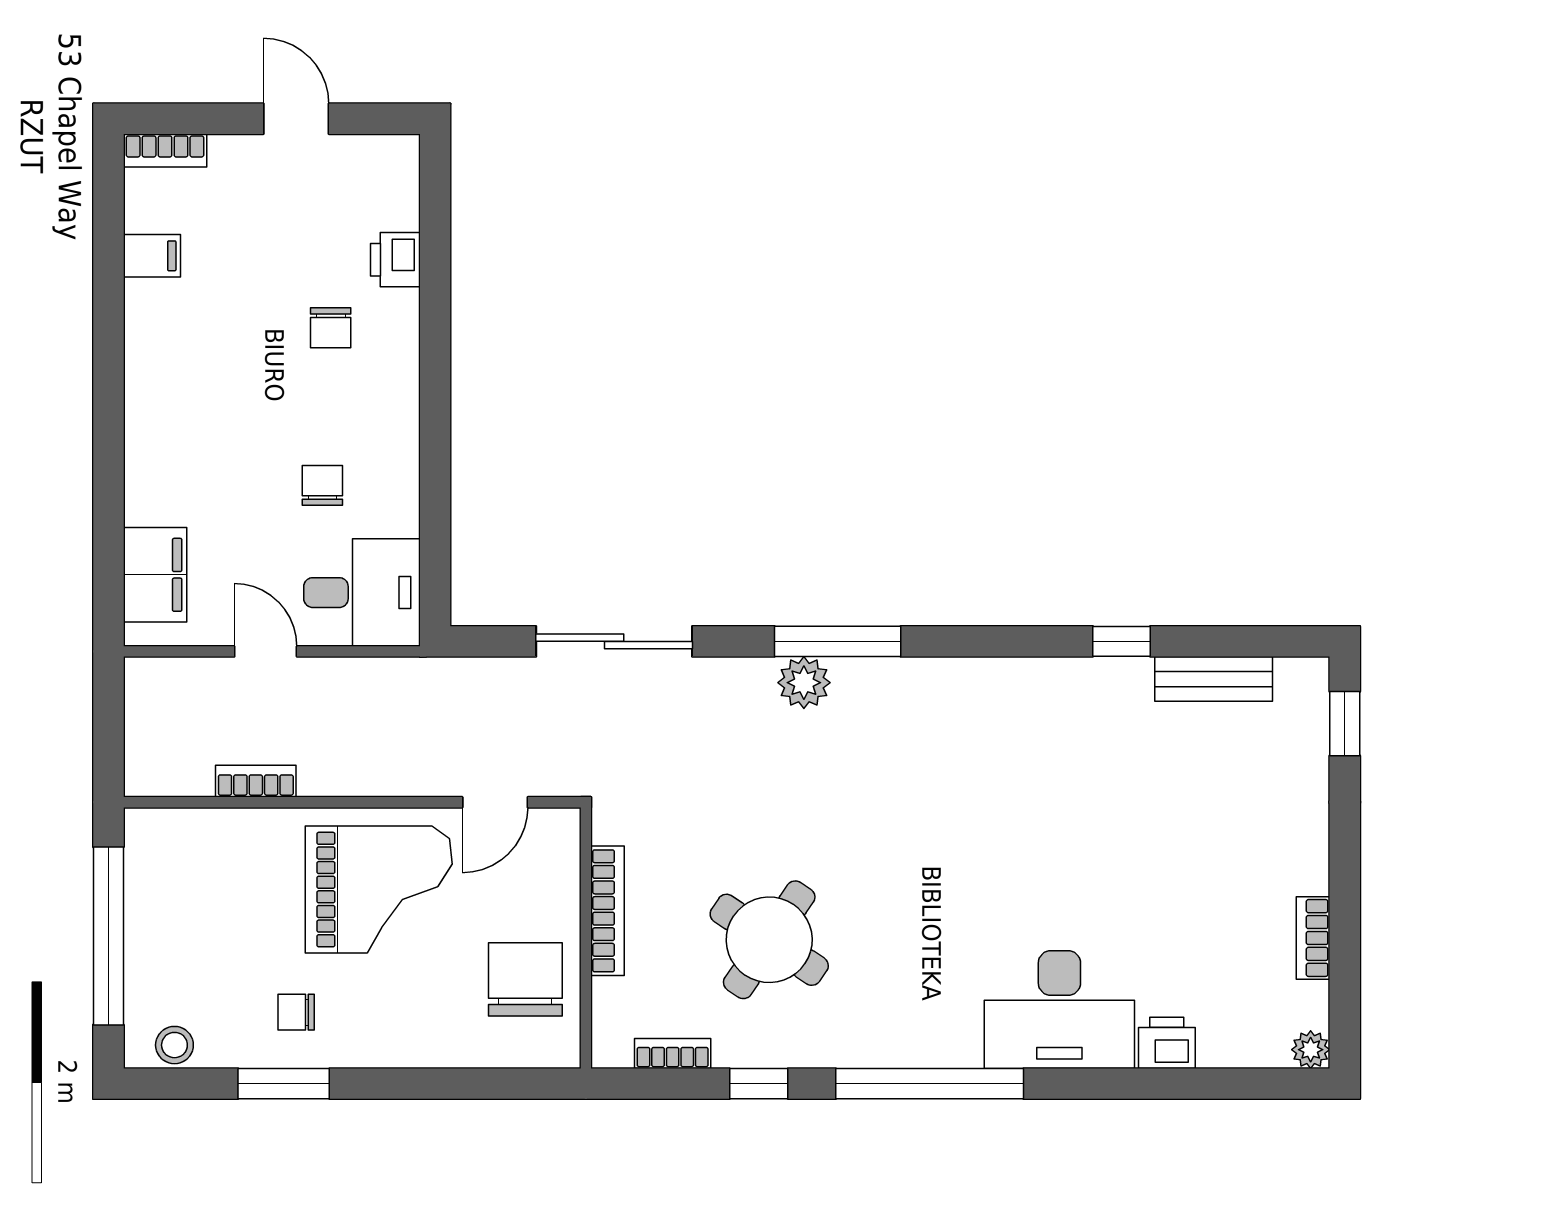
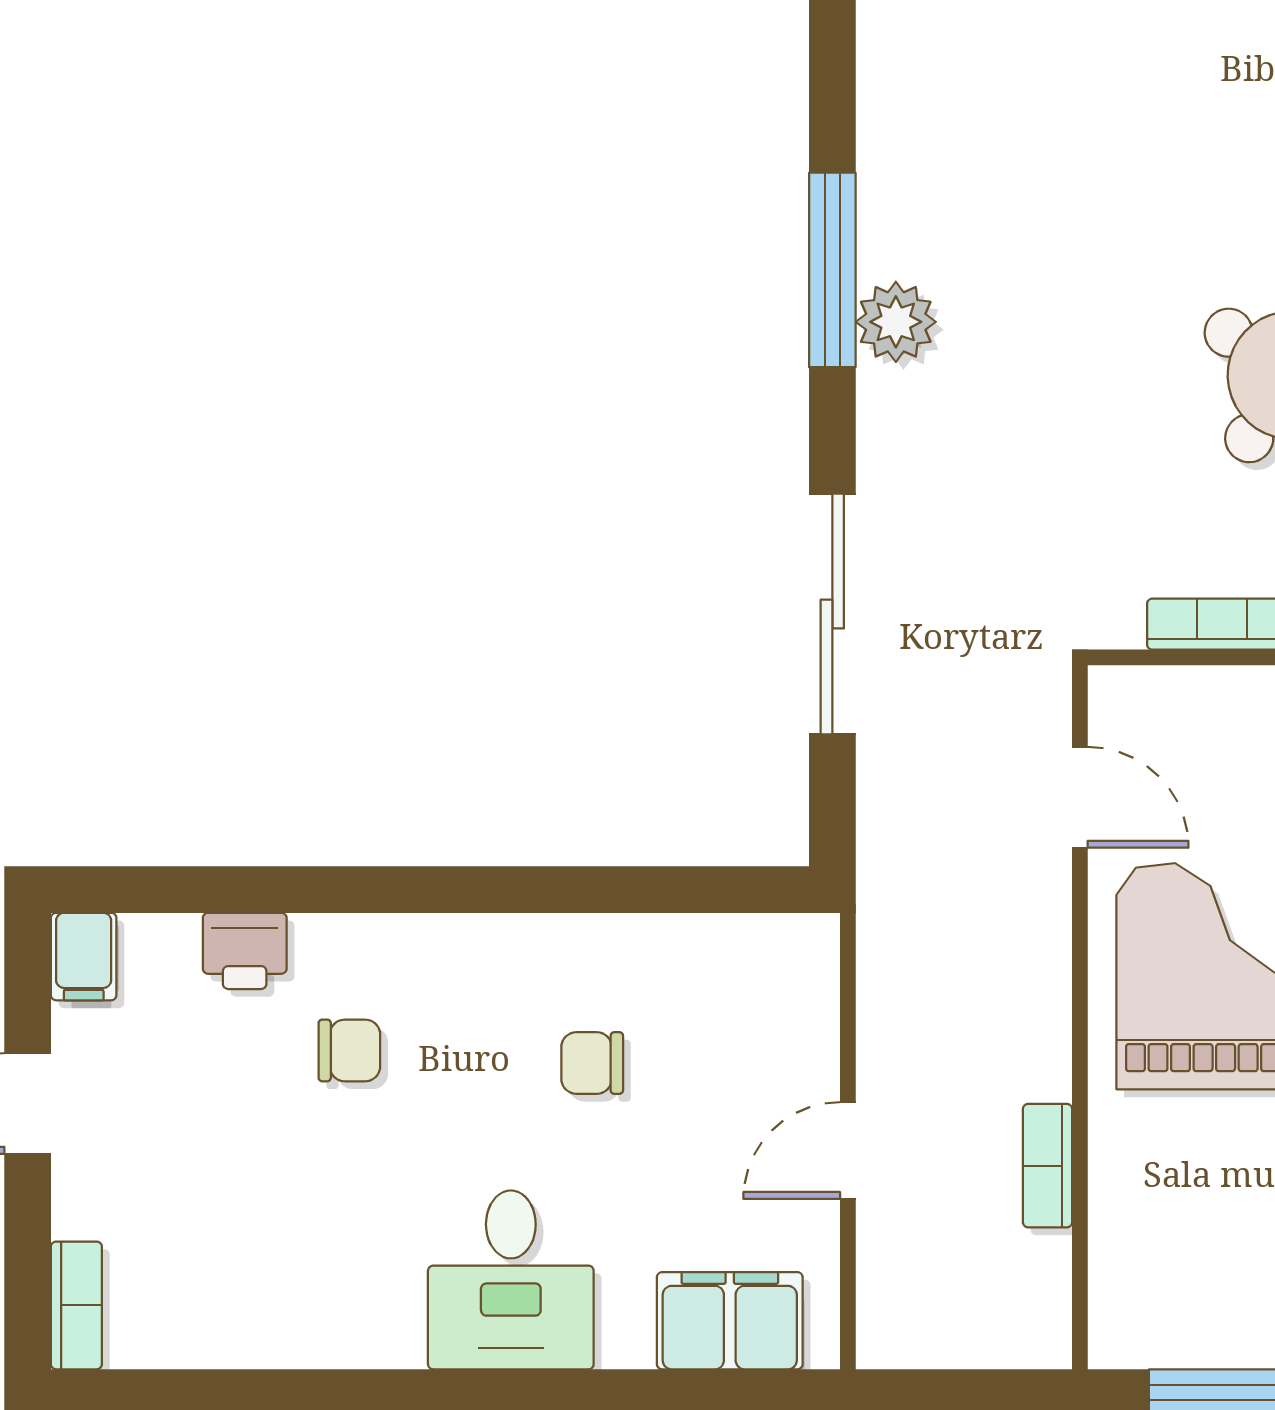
filing cabinet: (152, 256) -> (84, 957), moved, turned 180
desk: (362, 593) -> (511, 1280), moved, turned 180

